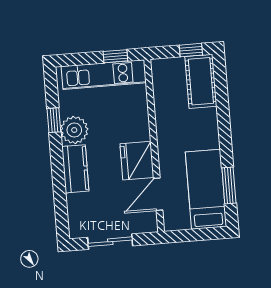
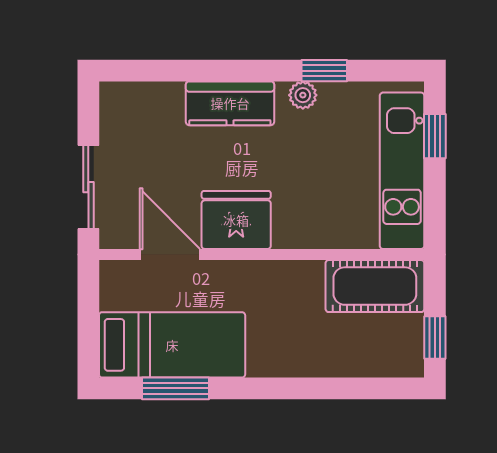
window: (115, 56) -> (435, 136), moved
cot: (201, 81) -> (375, 286), moved
plant: (74, 130) -> (303, 95), width x0.53, depth x0.53
sliding door: (110, 242) -> (88, 187), moved

